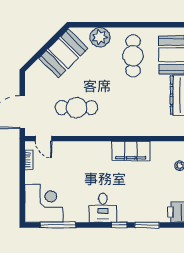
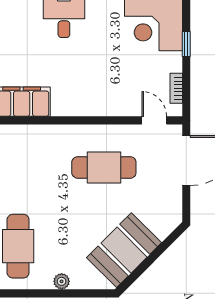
plant: (100, 37) -> (62, 281), width x0.53, depth x0.53
window: (22, 189) -> (186, 44), added

